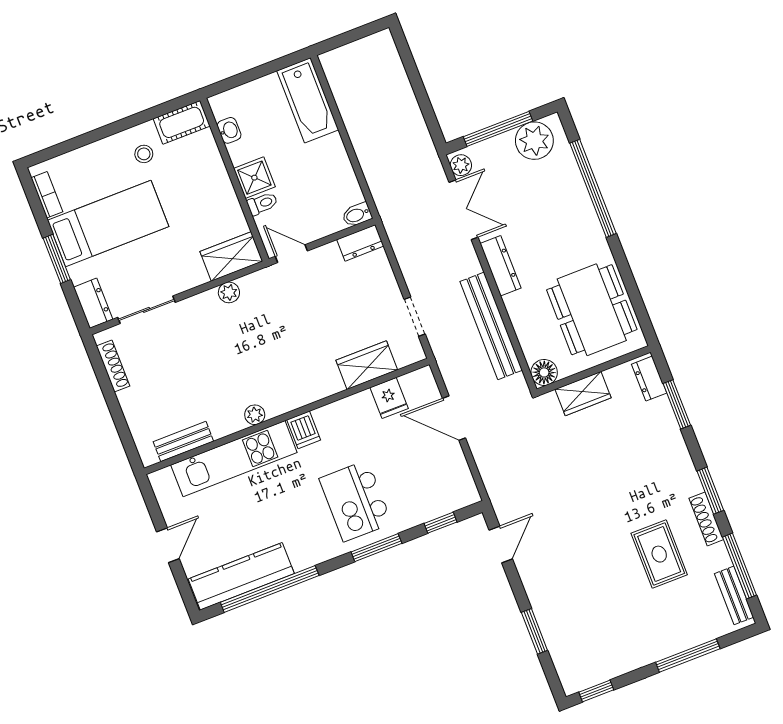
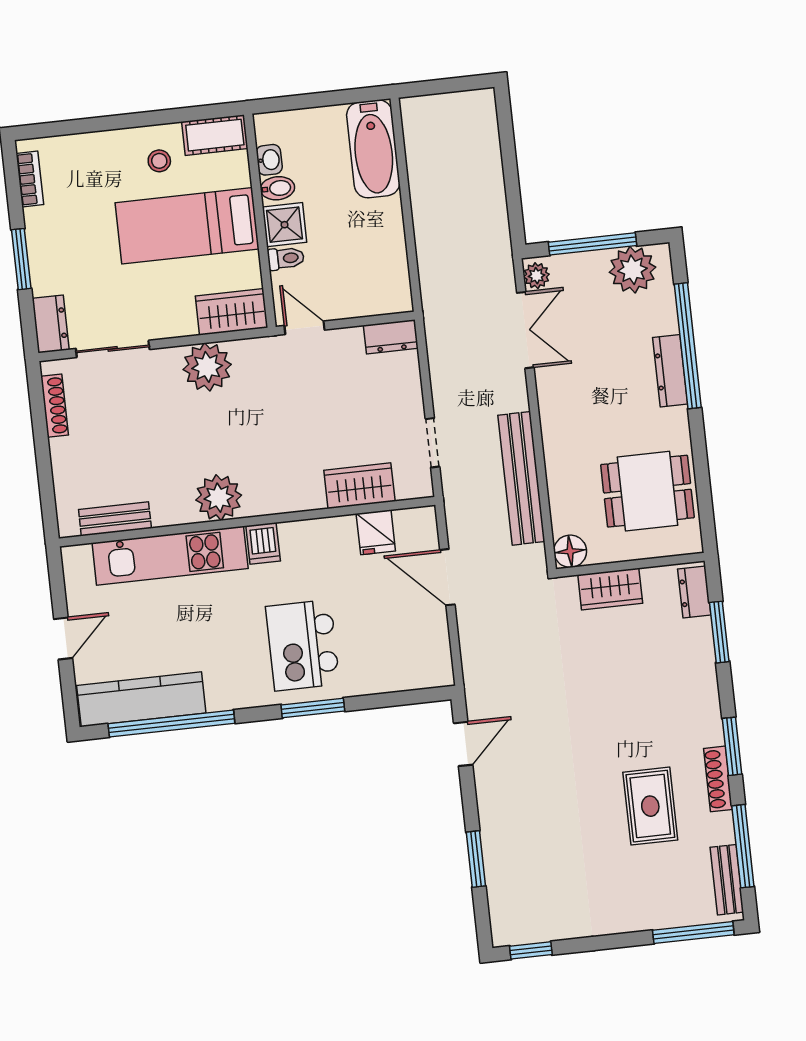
bidet: (357, 215) -> (277, 188), moved, turned 180
bed: (108, 223) -> (187, 226), moved, turned 180
dresser: (501, 266) -> (670, 371), moved, turned 180
plant: (229, 292) -> (207, 367), width x1.87, depth x1.87
dining table: (592, 310) -> (647, 491), width x0.73
plant: (255, 415) -> (219, 498), width x1.88, depth x1.88
window: (441, 523) -> (398, 699), removed
window: (688, 655) -> (693, 933), moved

